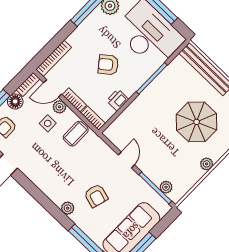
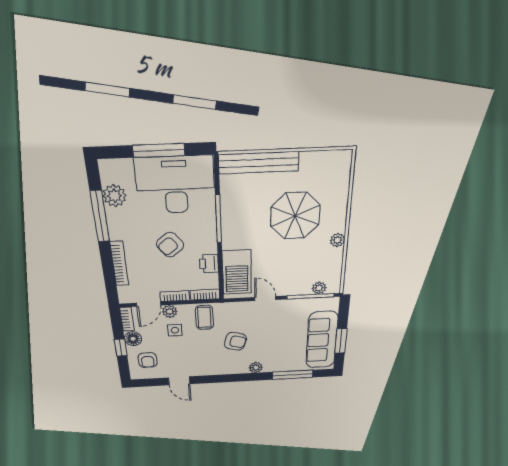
bookcase: (54, 58) -> (119, 264), moved
barbecue: (128, 123) -> (237, 272), added
armchair: (96, 196) -> (235, 341), moved

